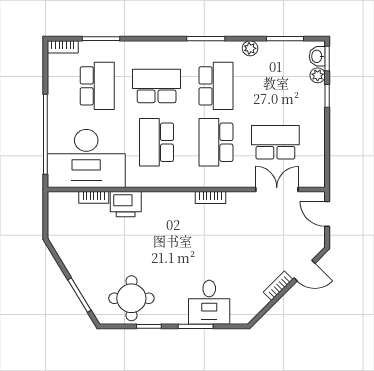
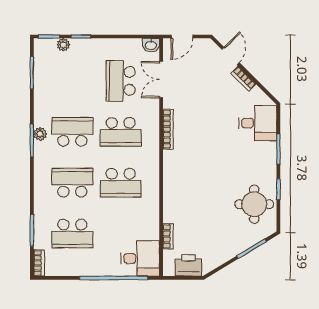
plant: (250, 48) -> (40, 134), moved
washbasin: (317, 56) -> (151, 45), moved
school desk: (97, 86) -> (72, 234), turned 180
school desk: (157, 86) -> (72, 183), turned 90
desk: (86, 158) -> (140, 258), width x0.53, depth x0.77
bookcase: (210, 198) -> (168, 129), width x1.56
printer: (126, 204) -> (188, 265), moved, turned -90
desk: (209, 302) -> (258, 123), moved

